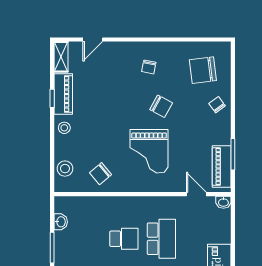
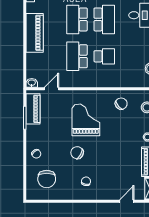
chair: (203, 70) -> (47, 179), turned 97
door: (196, 194) -> (51, 89), swing flipped
school desk: (124, 239) -> (104, 56), turned 180

